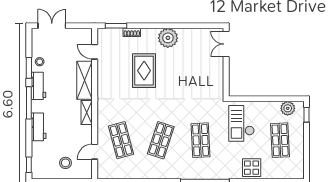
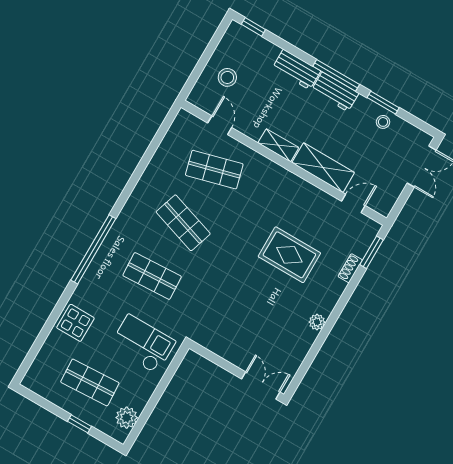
plant: (168, 38) -> (317, 322), width x0.53, depth x0.53
workbench: (38, 86) -> (335, 92), moved
window: (307, 115) -> (80, 424), moved

